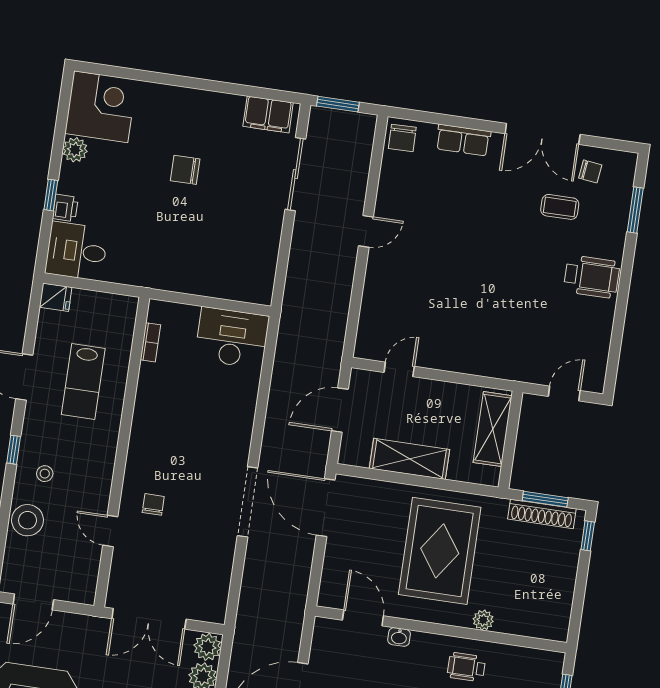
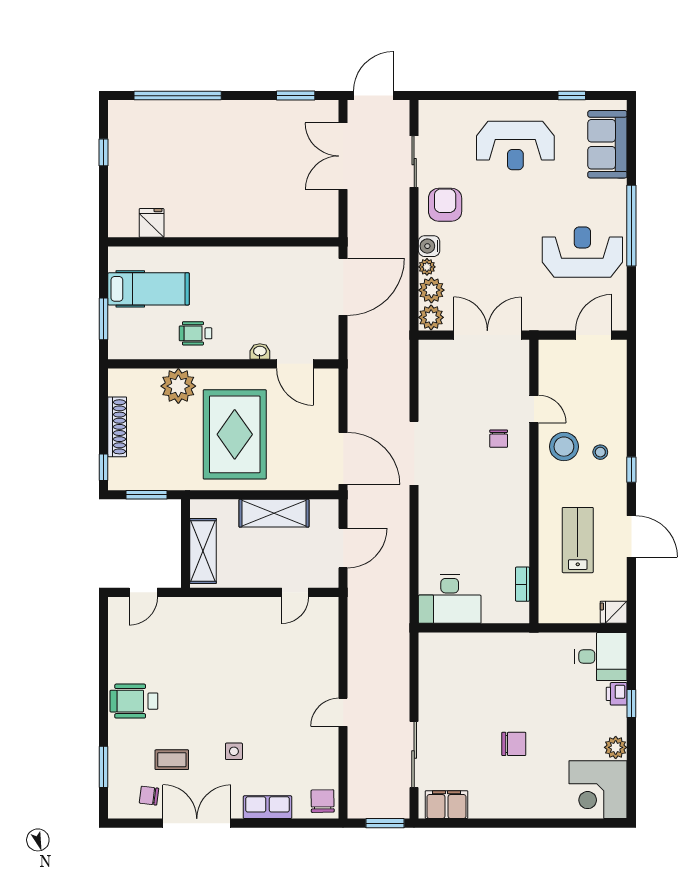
side table: (491, 206) -> (234, 751), added
shoe rack: (542, 514) -> (117, 427), moved, turned 90
stool: (28, 520) -> (564, 447), moved
plant: (483, 620) -> (178, 386), width x1.87, depth x1.87
wheelchair: (466, 667) -> (196, 333), turned 180

